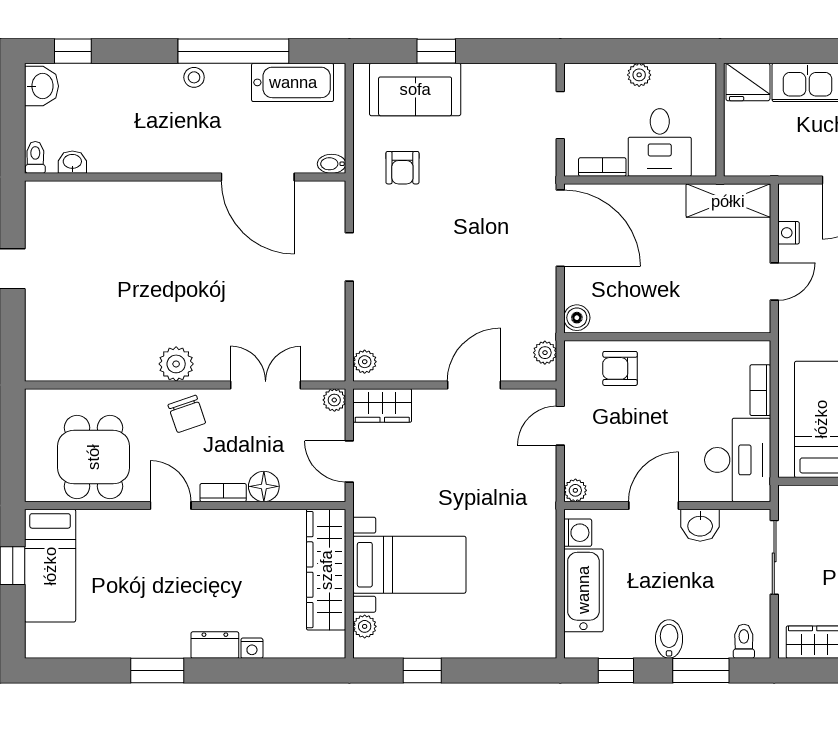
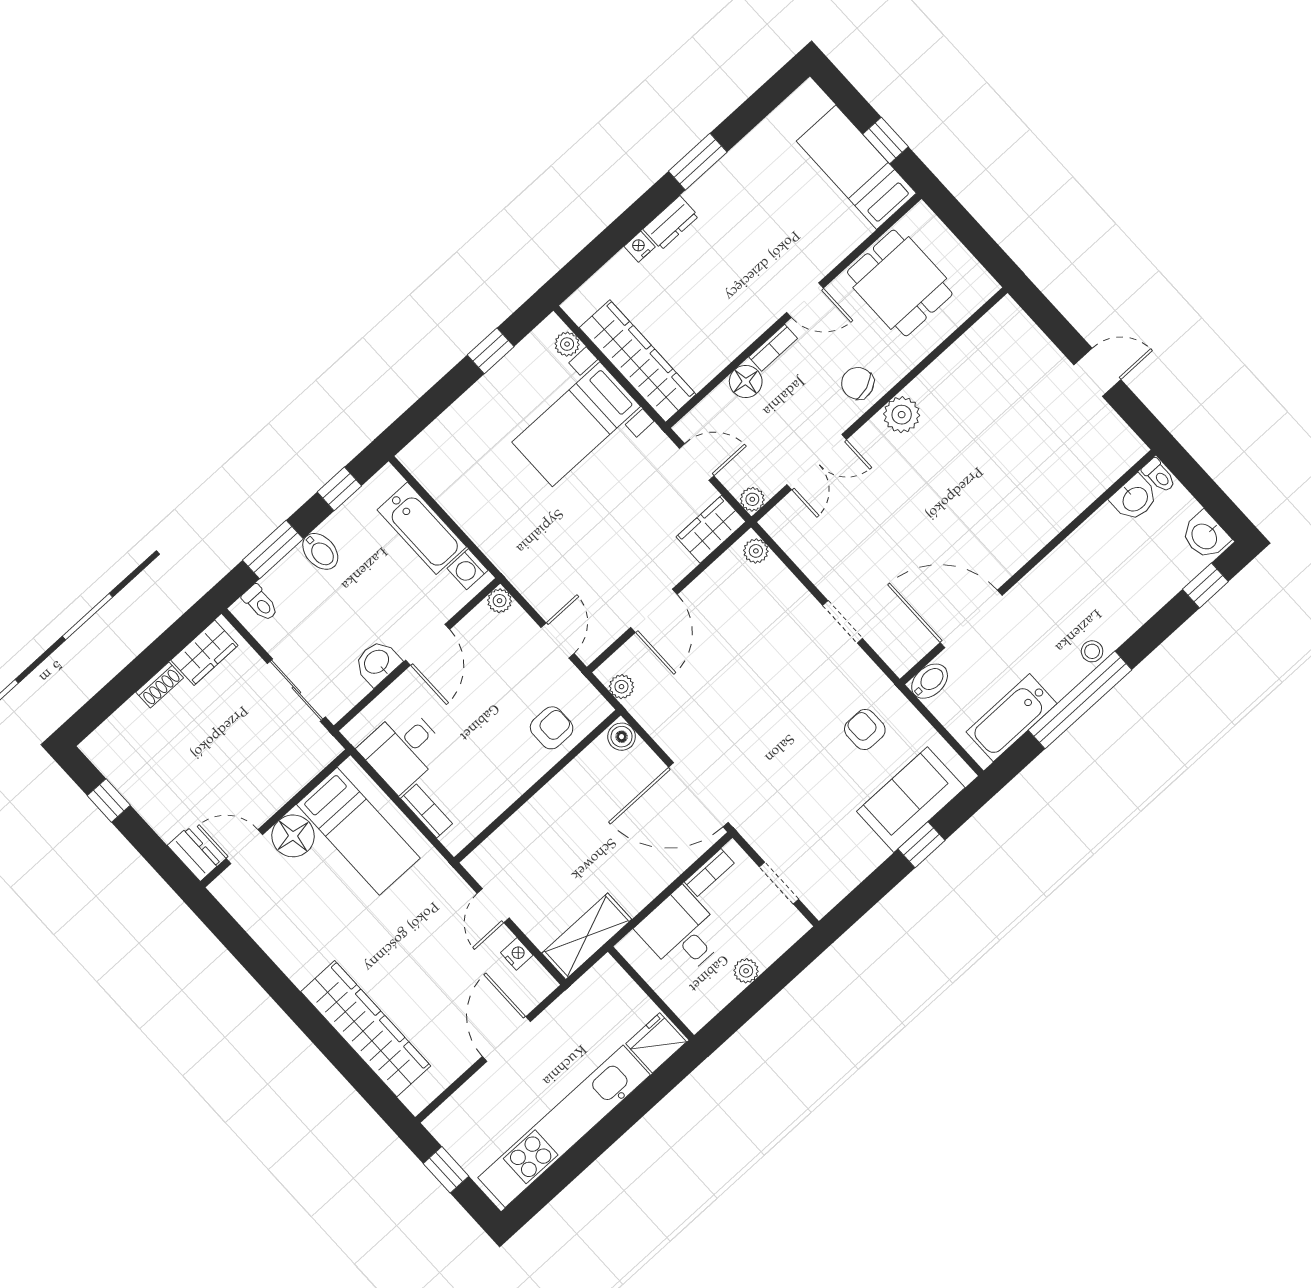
washbasin: (72, 162) -> (1135, 498), width x1.38, depth x1.45
bidet: (332, 164) -> (930, 681), width x1.38, depth x1.36
desk: (738, 460) -> (403, 749), width x0.73

